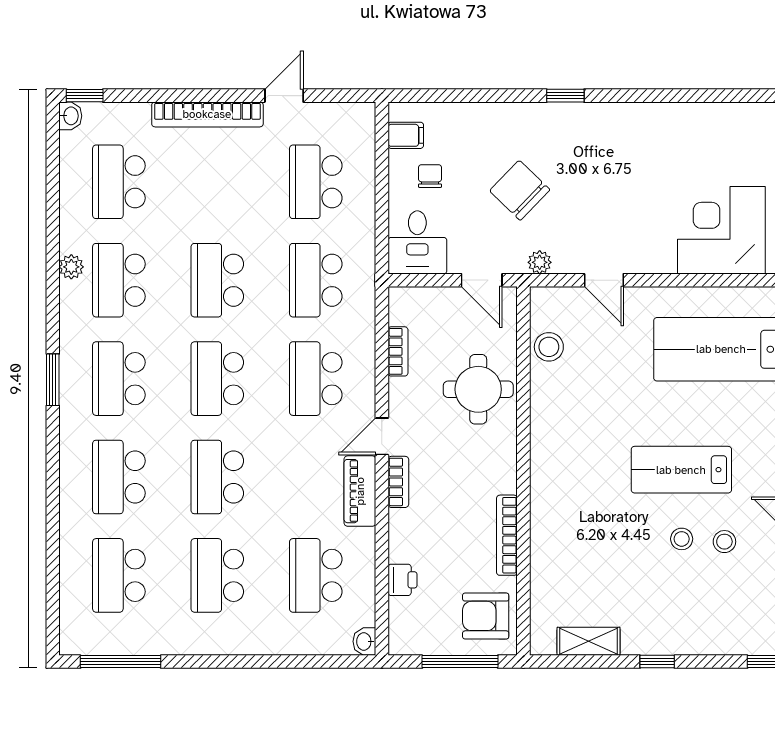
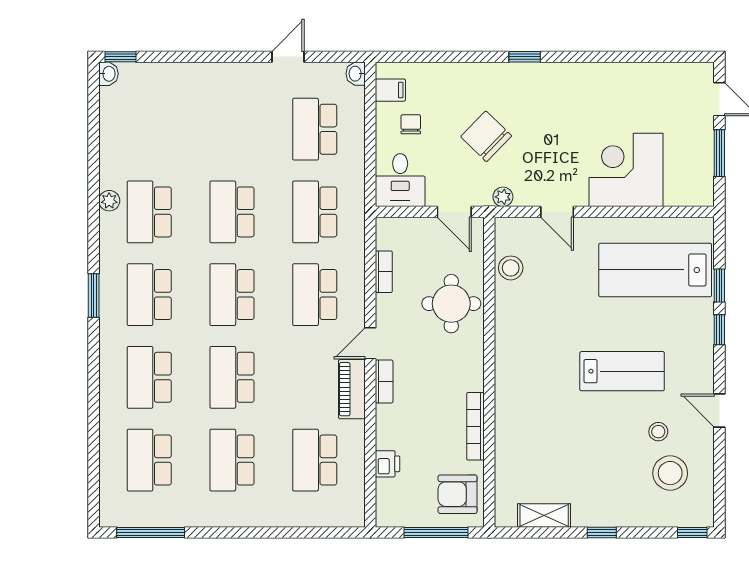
bookcase: (207, 114) -> (224, 73), removed
school desk: (119, 182) -> (149, 129), removed
corner desk: (721, 230) -> (626, 170), moved
lab bench: (681, 470) -> (622, 371), turned 180
stool: (682, 539) -> (670, 473), moved, width x1.89, depth x1.89
washbasin: (364, 641) -> (356, 74), moved

